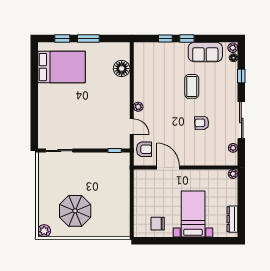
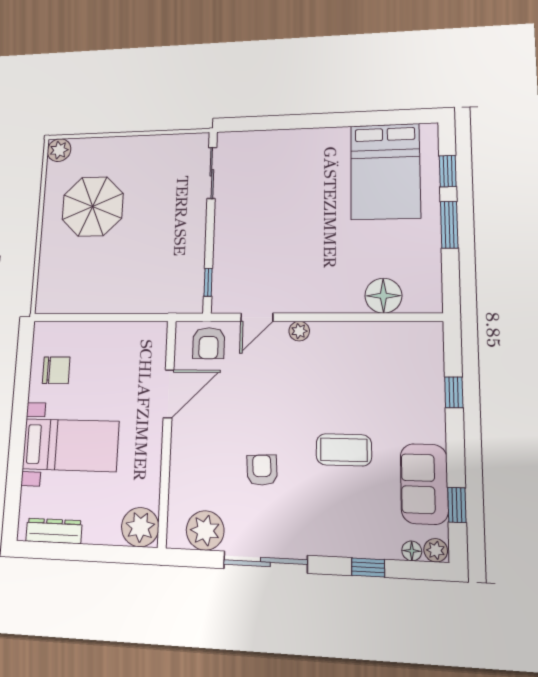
window: (187, 39) -> (457, 505), moved
plant: (233, 148) -> (205, 530), width x1.88, depth x1.88
plant: (233, 174) -> (140, 527), width x1.88, depth x1.88
chair: (158, 224) -> (56, 370), turned 90

